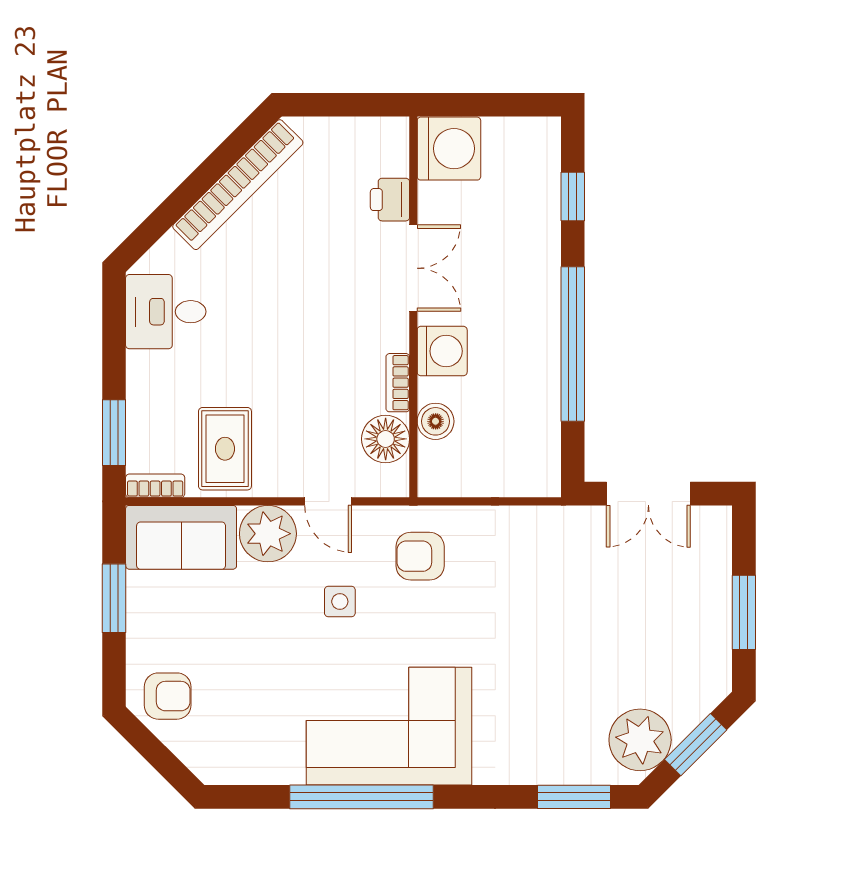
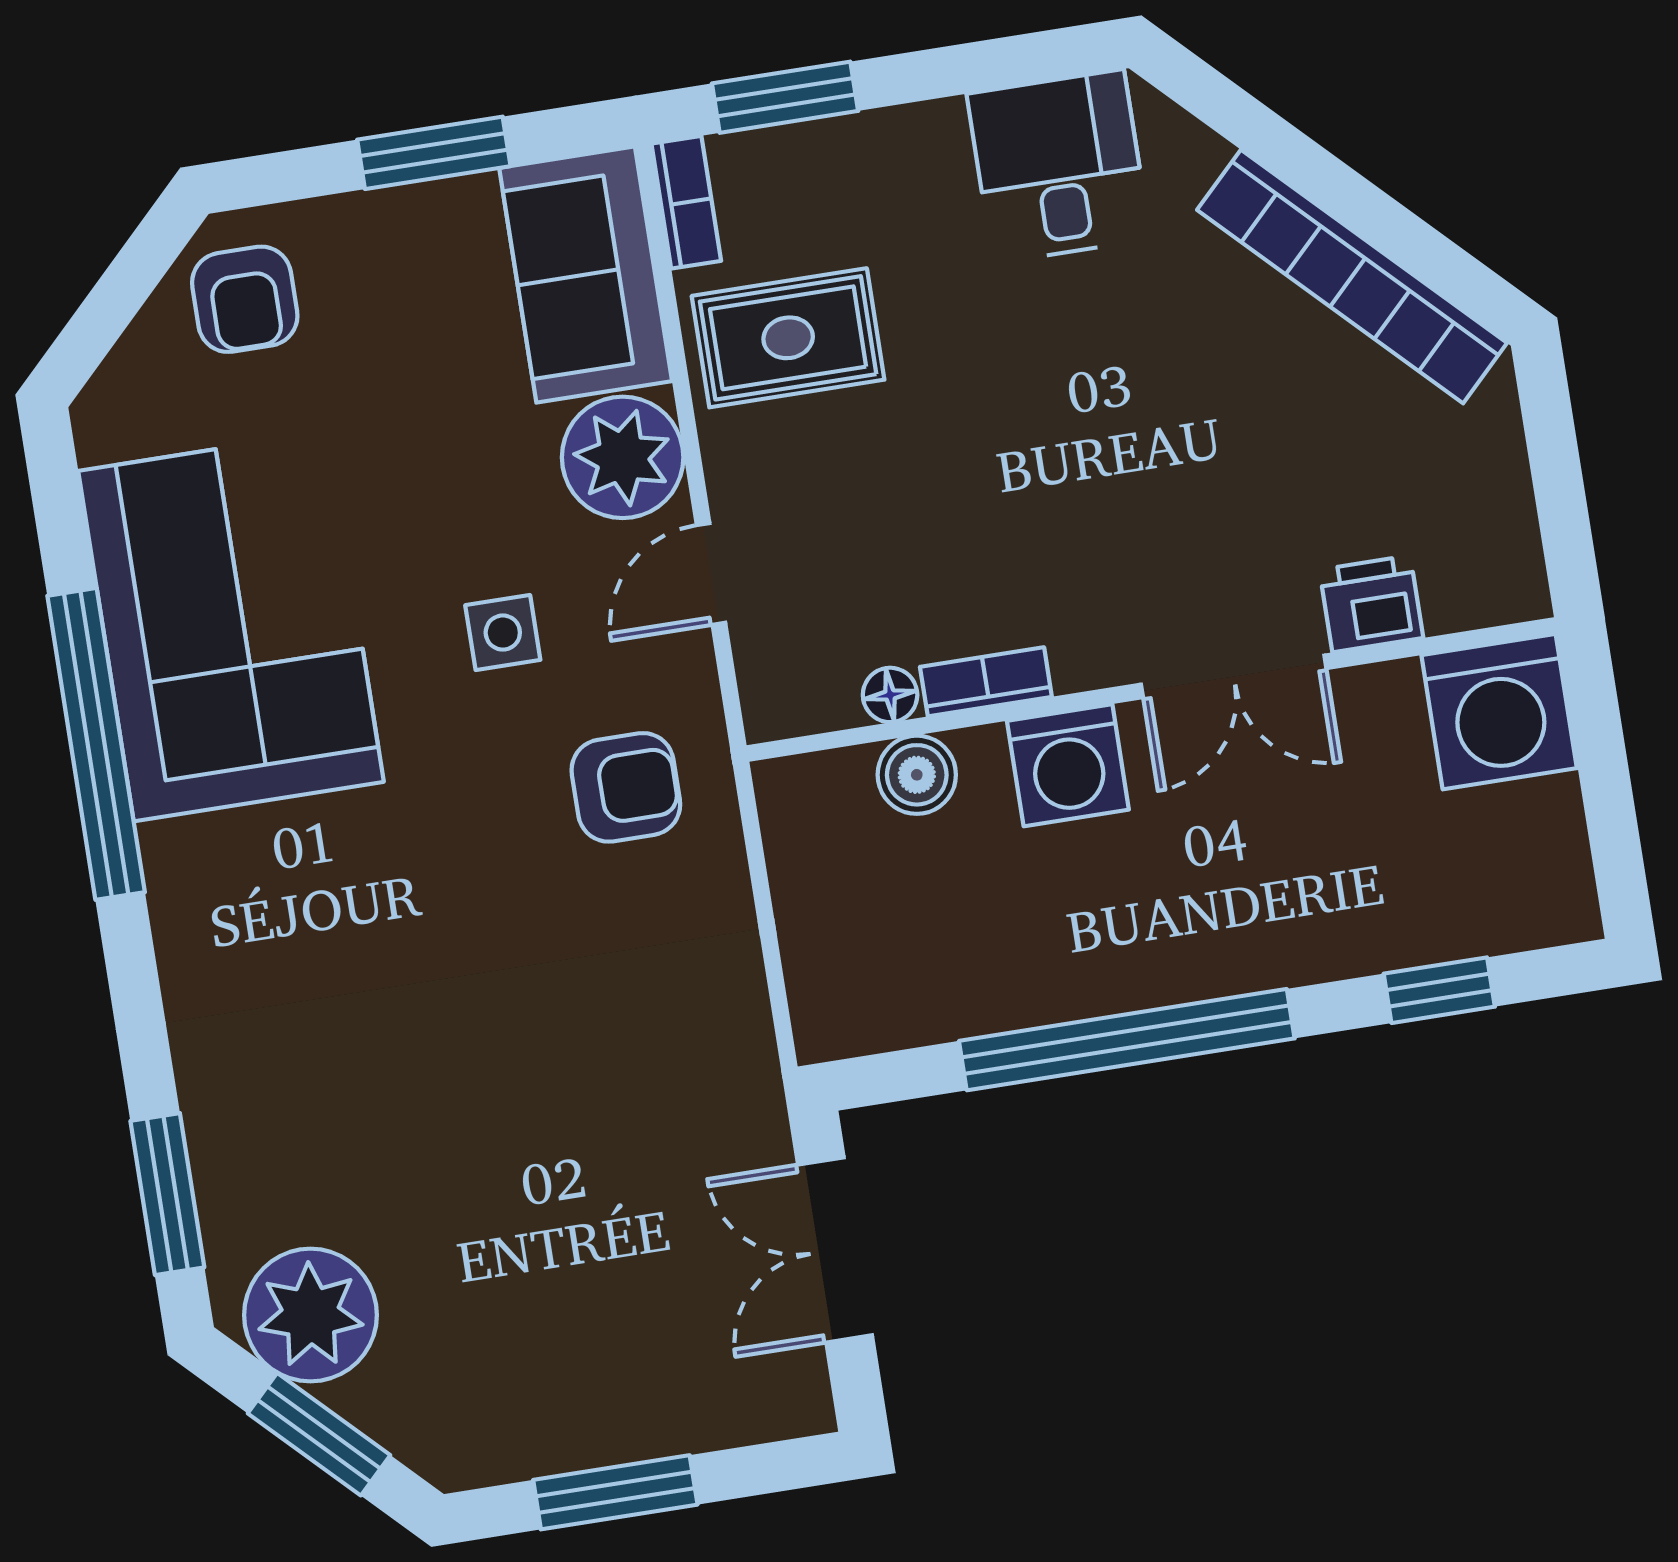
floor lamp: (386, 439) -> (890, 695), width x0.53, depth x0.53
armchair: (420, 556) -> (626, 787), turned 90
corner sofa: (389, 726) -> (231, 626), moved

